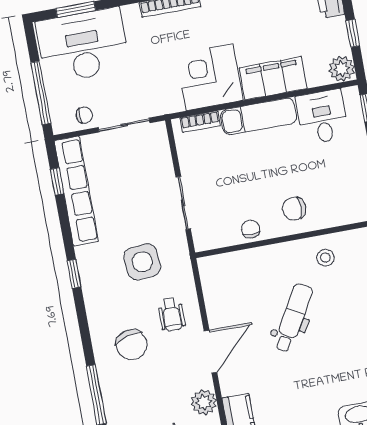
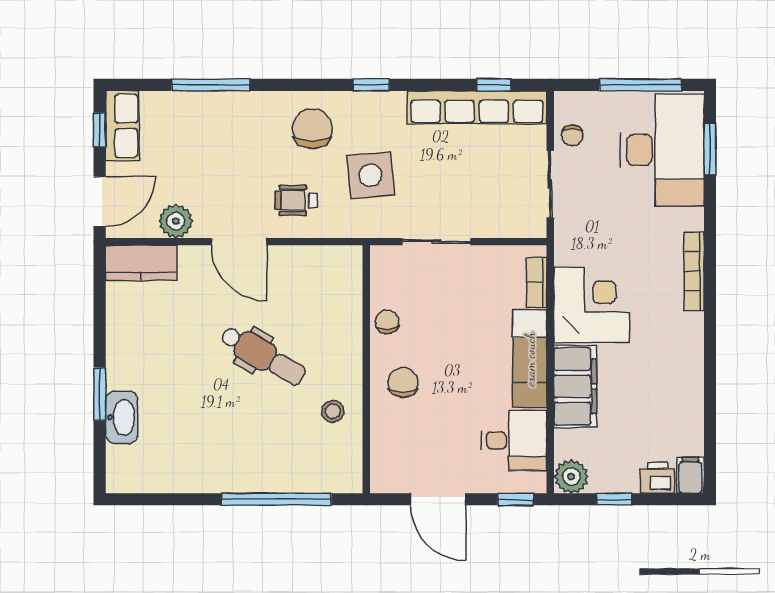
window: (41, 93) -> (641, 85), moved
chair: (251, 229) -> (387, 322), turned -96
chair: (132, 345) -> (312, 129), moved, turned 105

